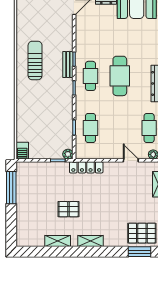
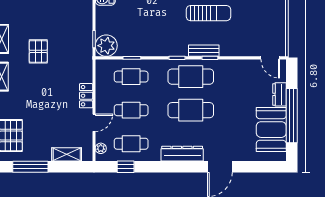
cafe table: (91, 76) -> (191, 77), width x1.37, depth x1.35
cafe table: (120, 128) -> (131, 110), added
plant: (68, 154) -> (106, 46), width x1.87, depth x1.87
locker: (86, 167) -> (86, 96), moved, width x0.66

